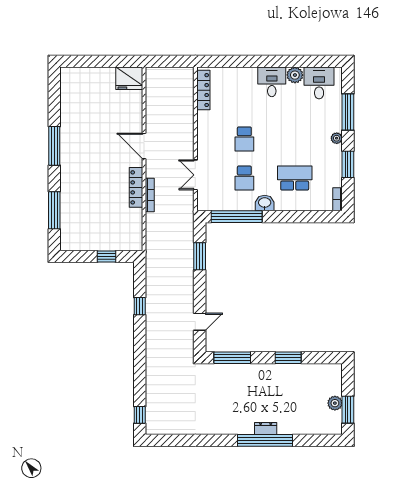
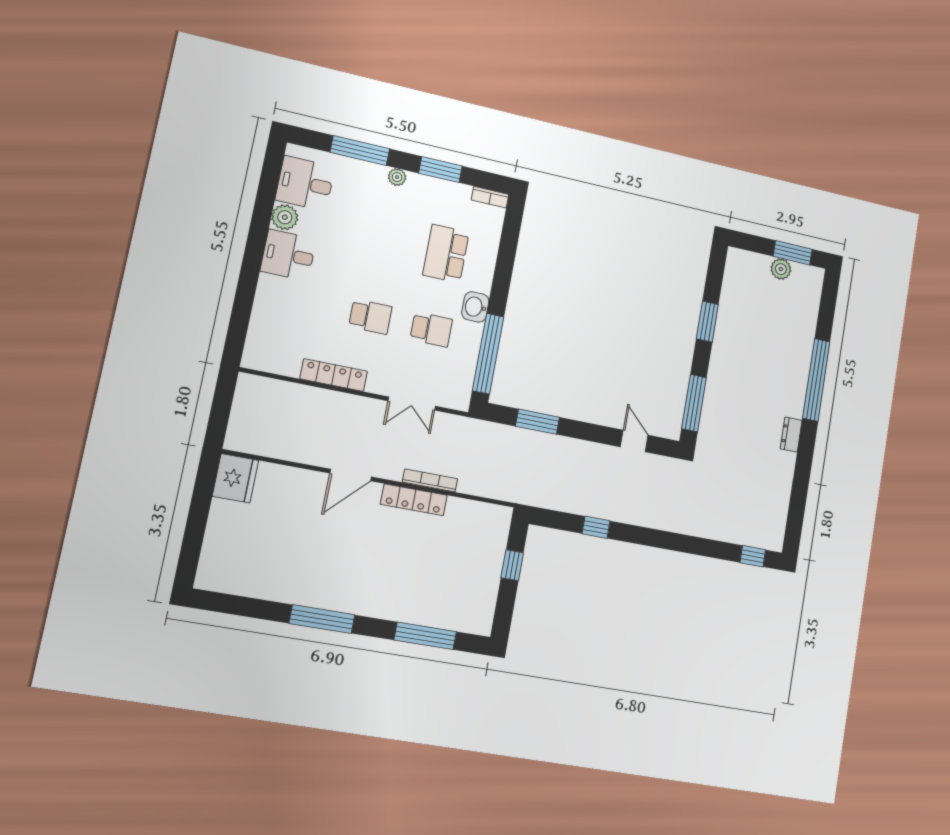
locker: (203, 90) -> (334, 375), moved
dresser: (266, 429) -> (791, 435), moved

